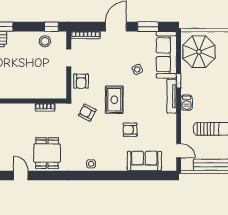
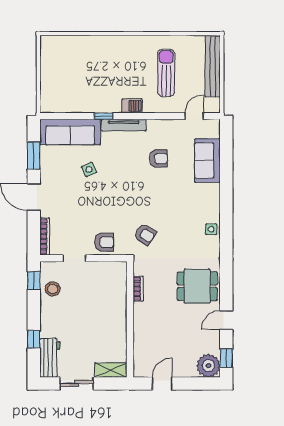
parasol: (199, 52) -> (66, 90), removed
rug: (114, 100) -> (128, 199), removed
armchair: (87, 113) -> (145, 234), turned -85
armchair: (130, 130) -> (159, 159), moved, turned -90

